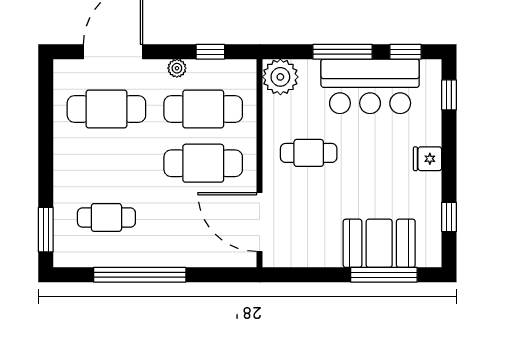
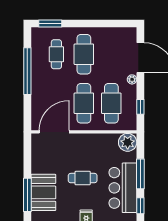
plant: (177, 68) -> (132, 79), moved
cafe table: (106, 109) -> (84, 54), moved
cafe table: (309, 153) -> (83, 178), moved, turned 90

